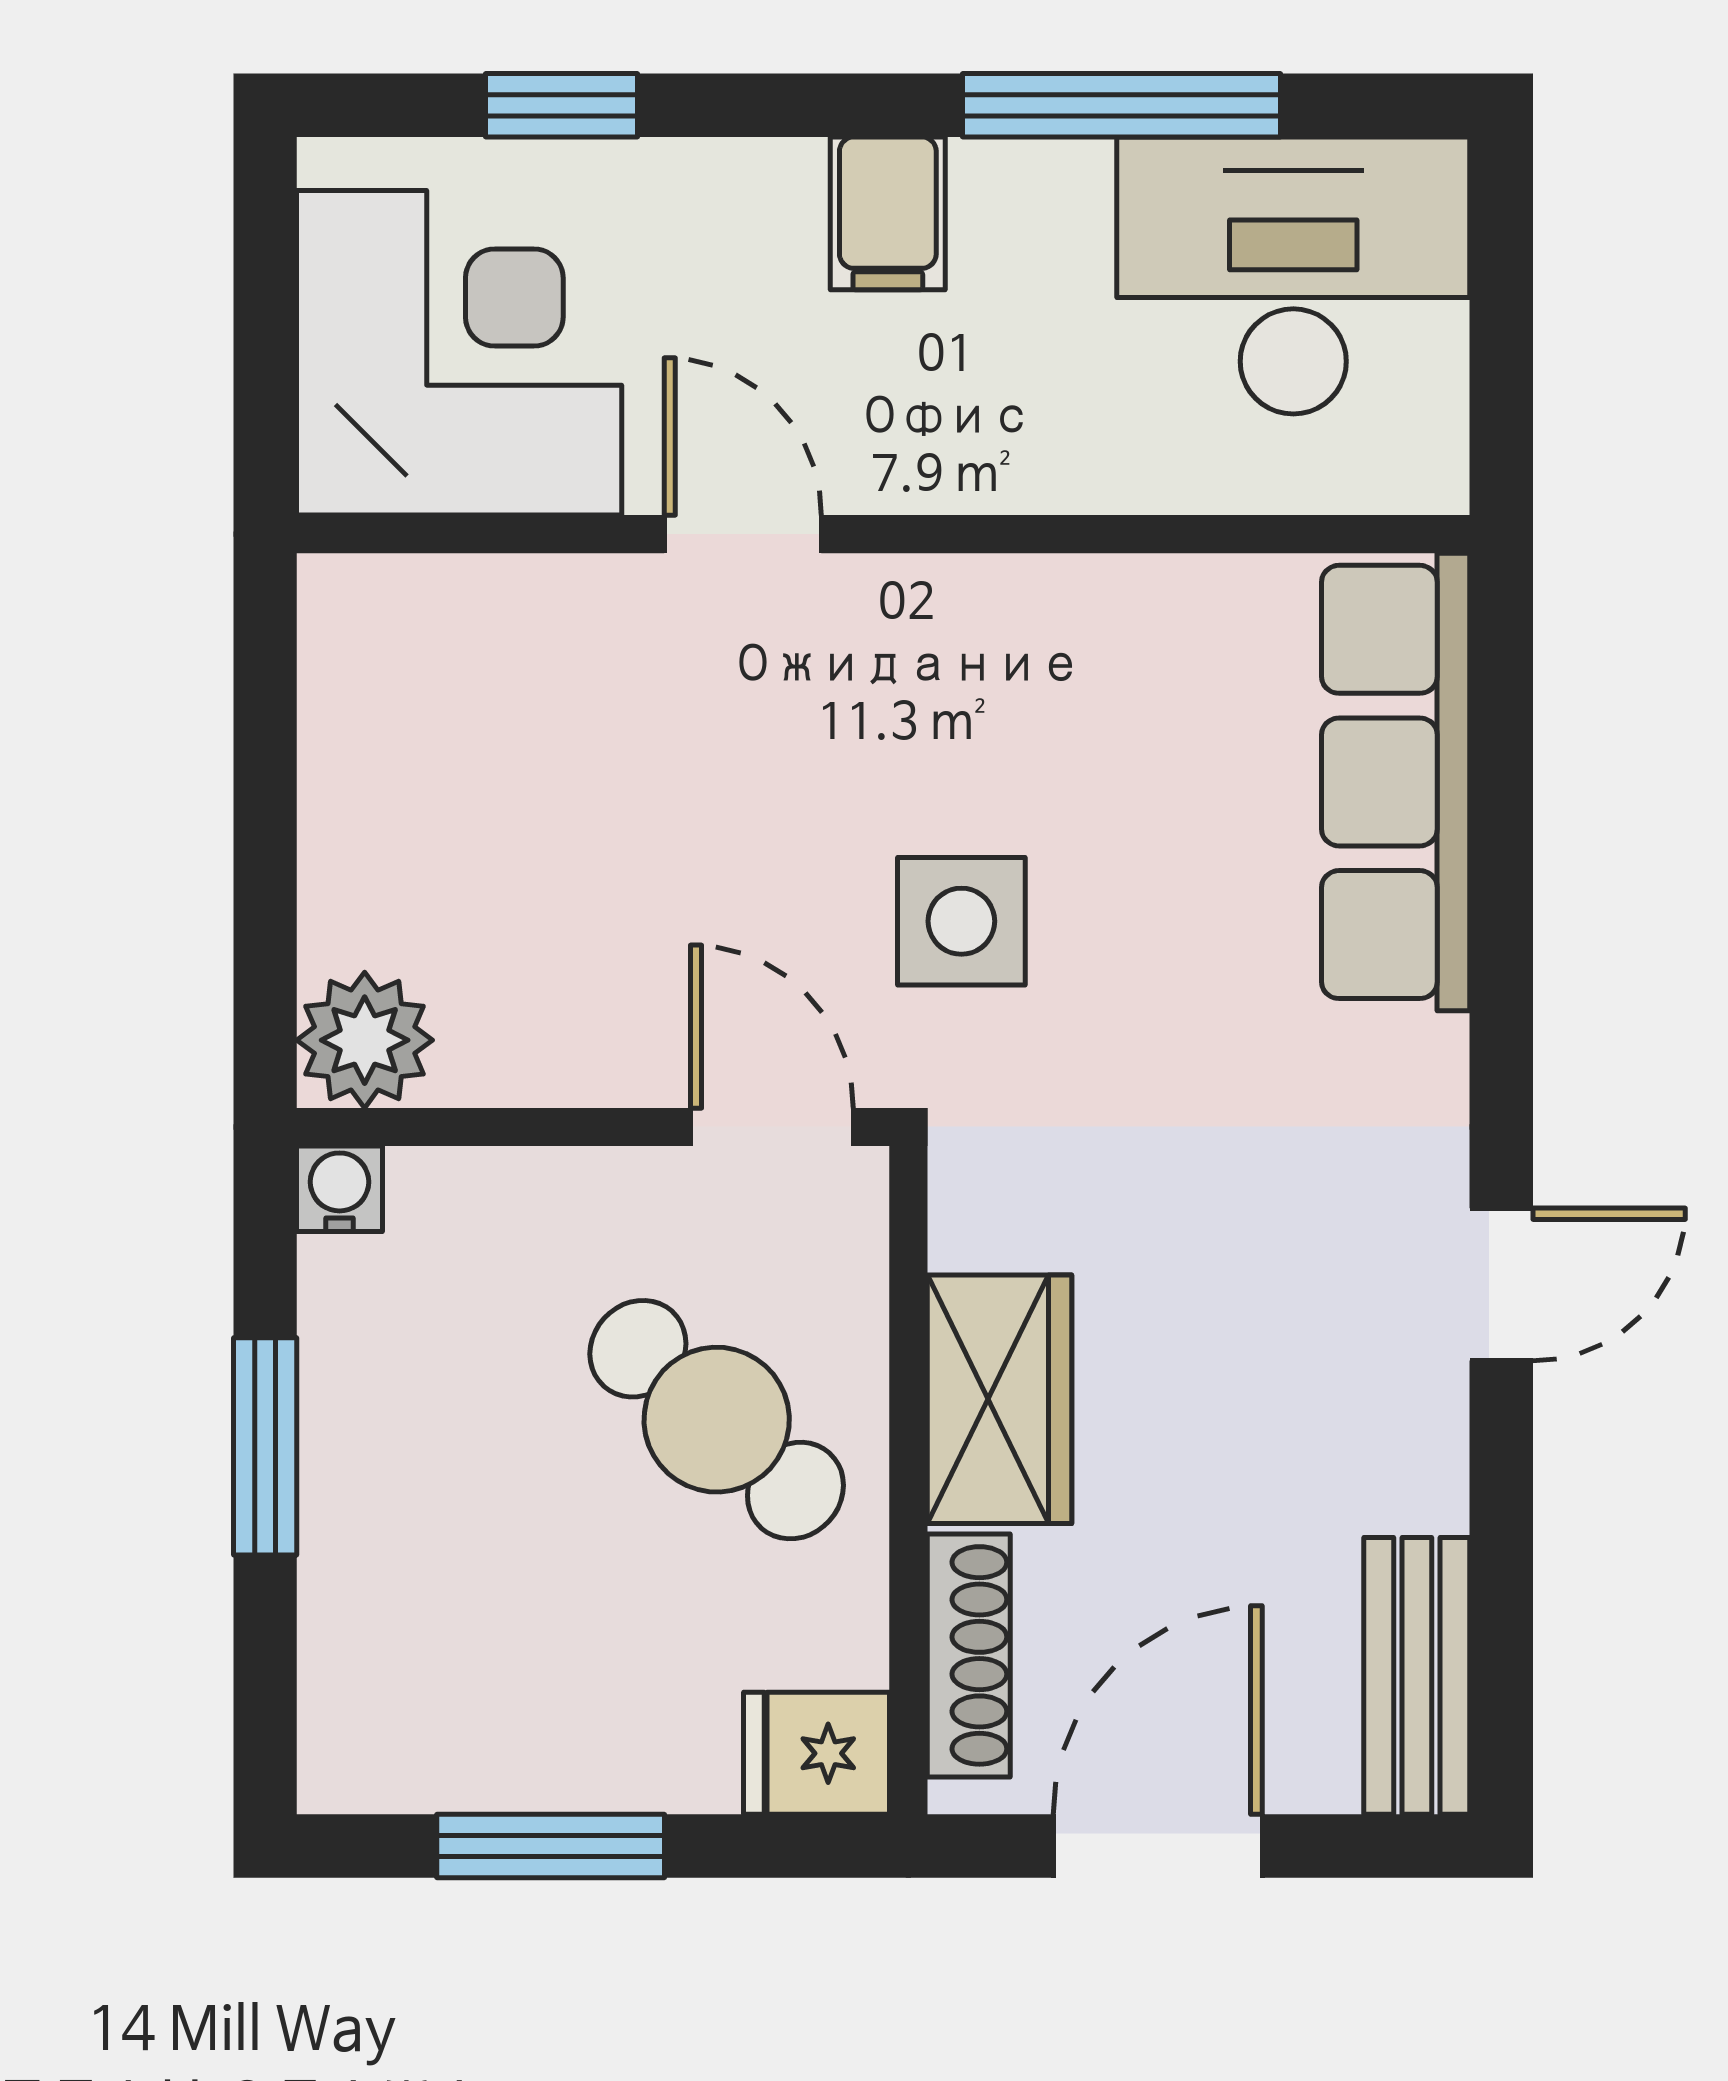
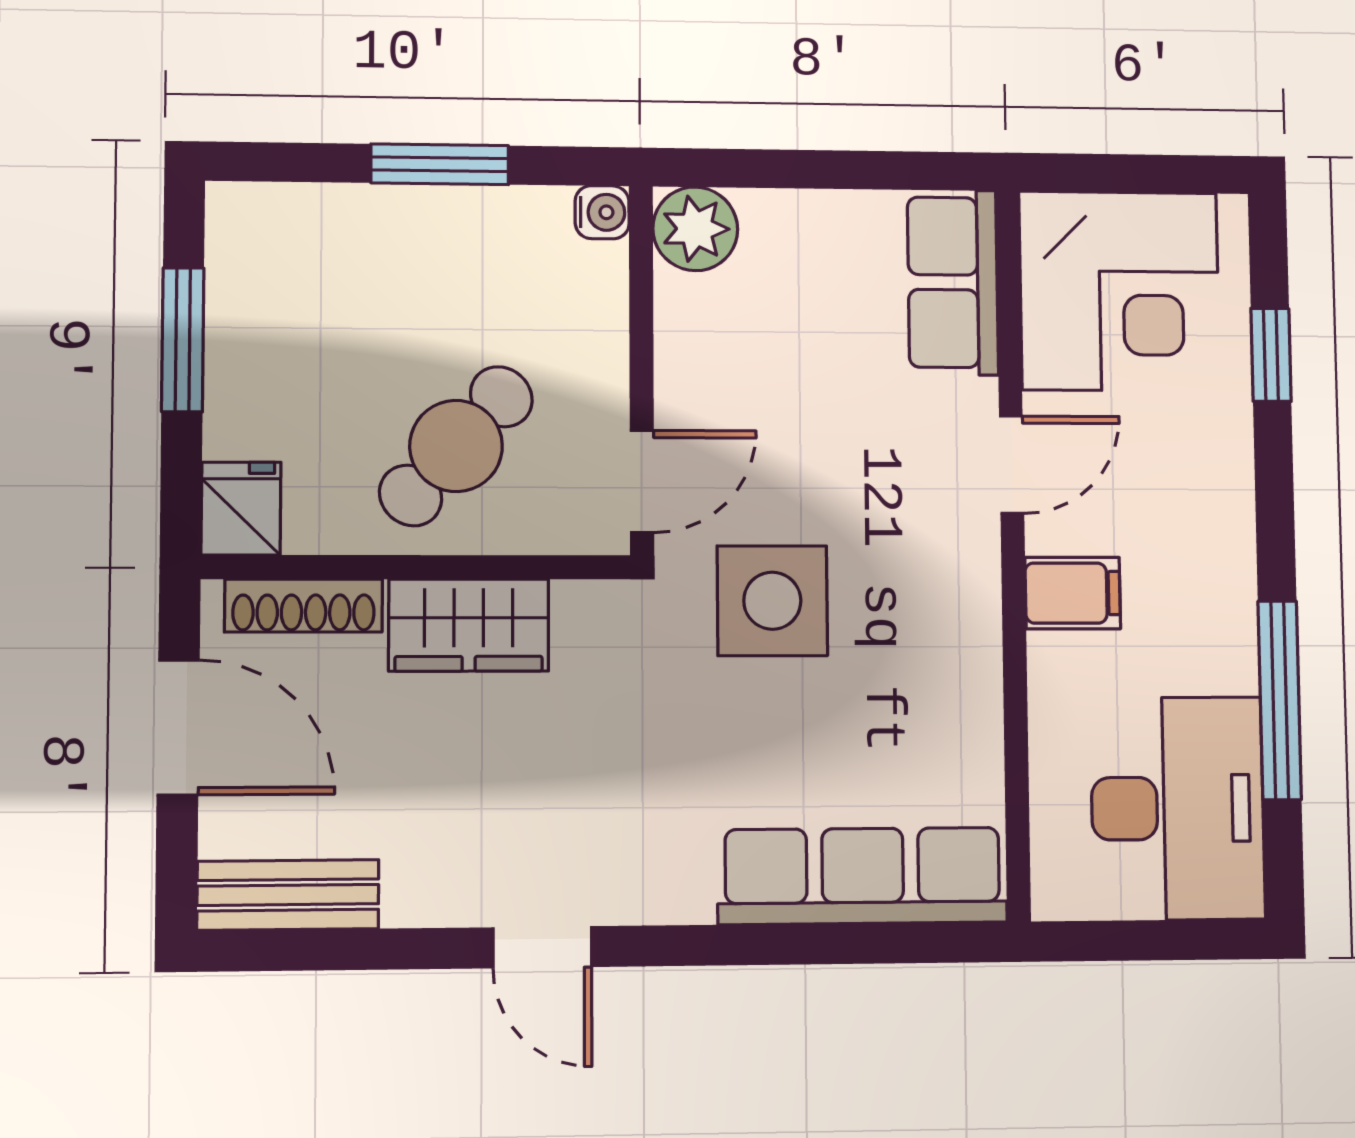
filing cabinet: (888, 213) -> (1073, 593), moved, turned 180
row of seats: (447, 625) -> (953, 282), added
side table: (961, 921) -> (772, 601), width x1.37, depth x1.37

